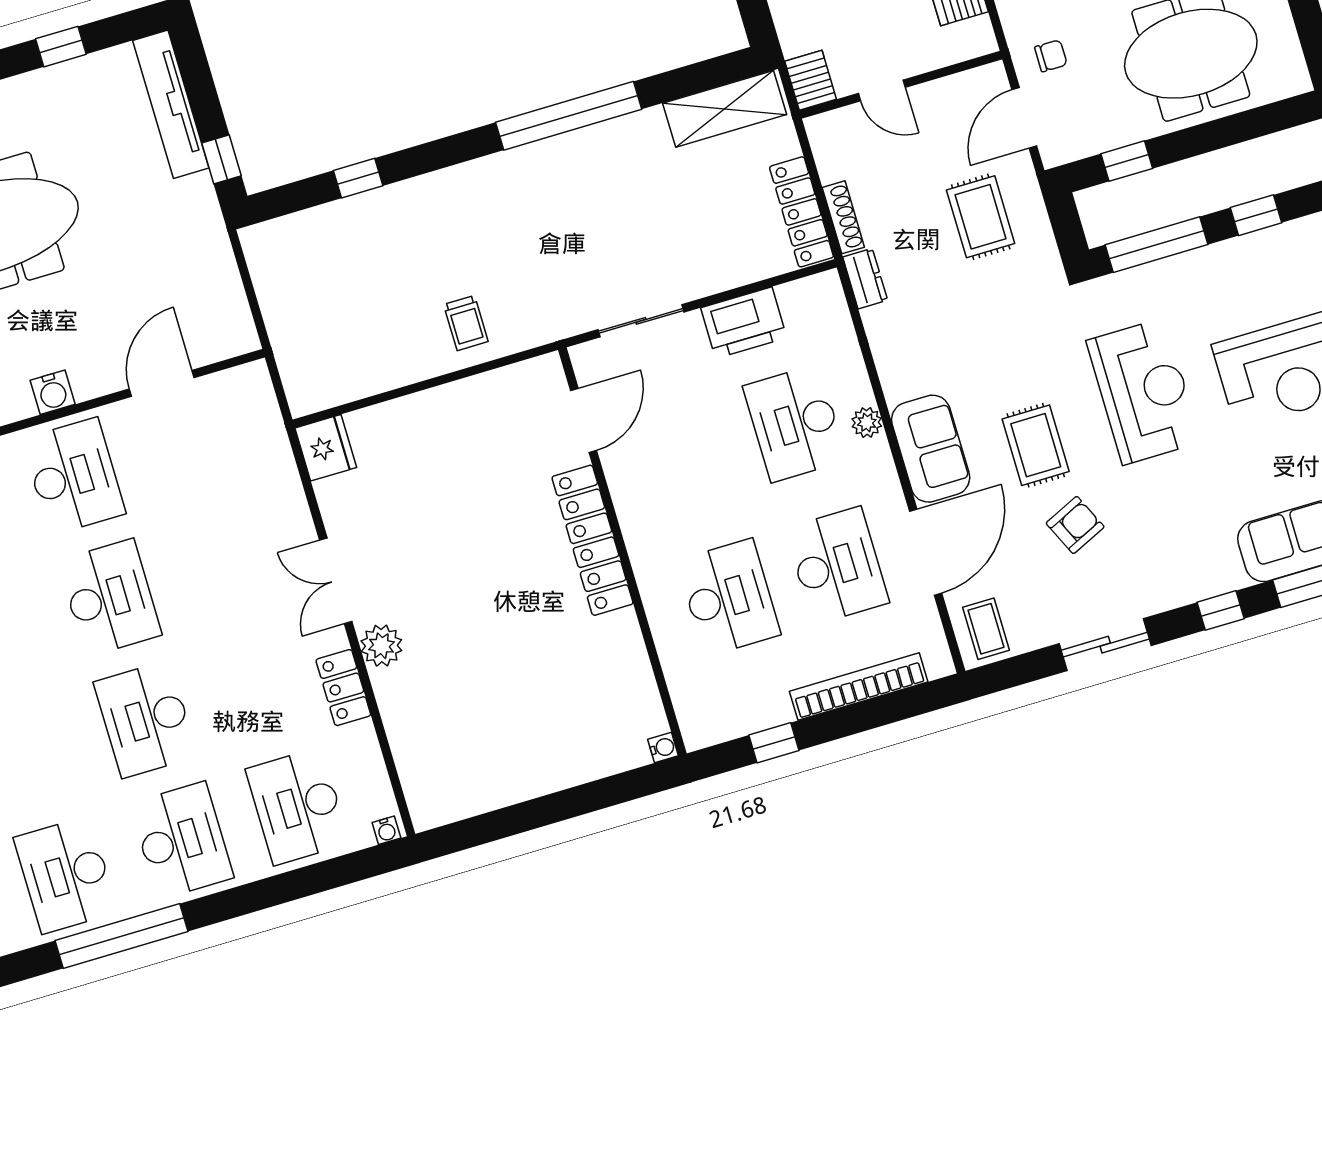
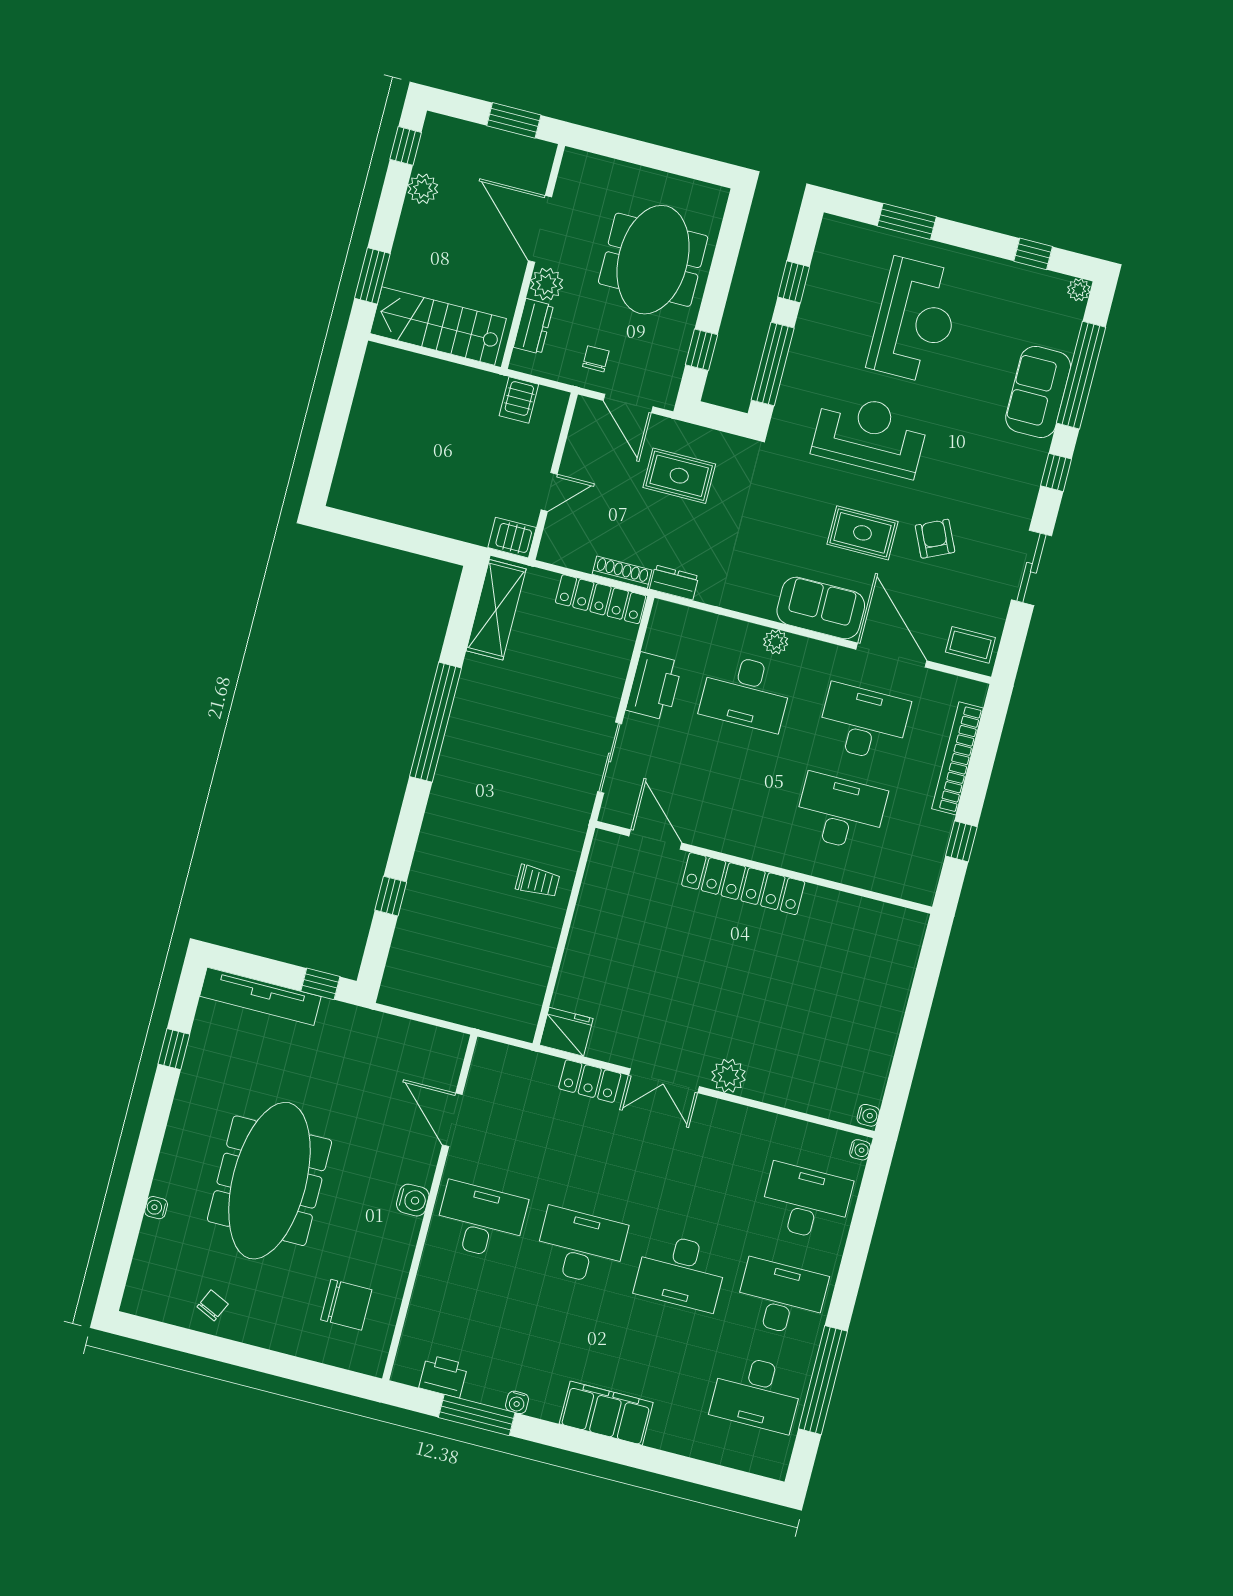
locker: (343, 688) -> (590, 1081), moved
water cooler: (663, 748) -> (868, 1115), moved, turned 90
desk: (297, 806) -> (806, 1202), turned 180

